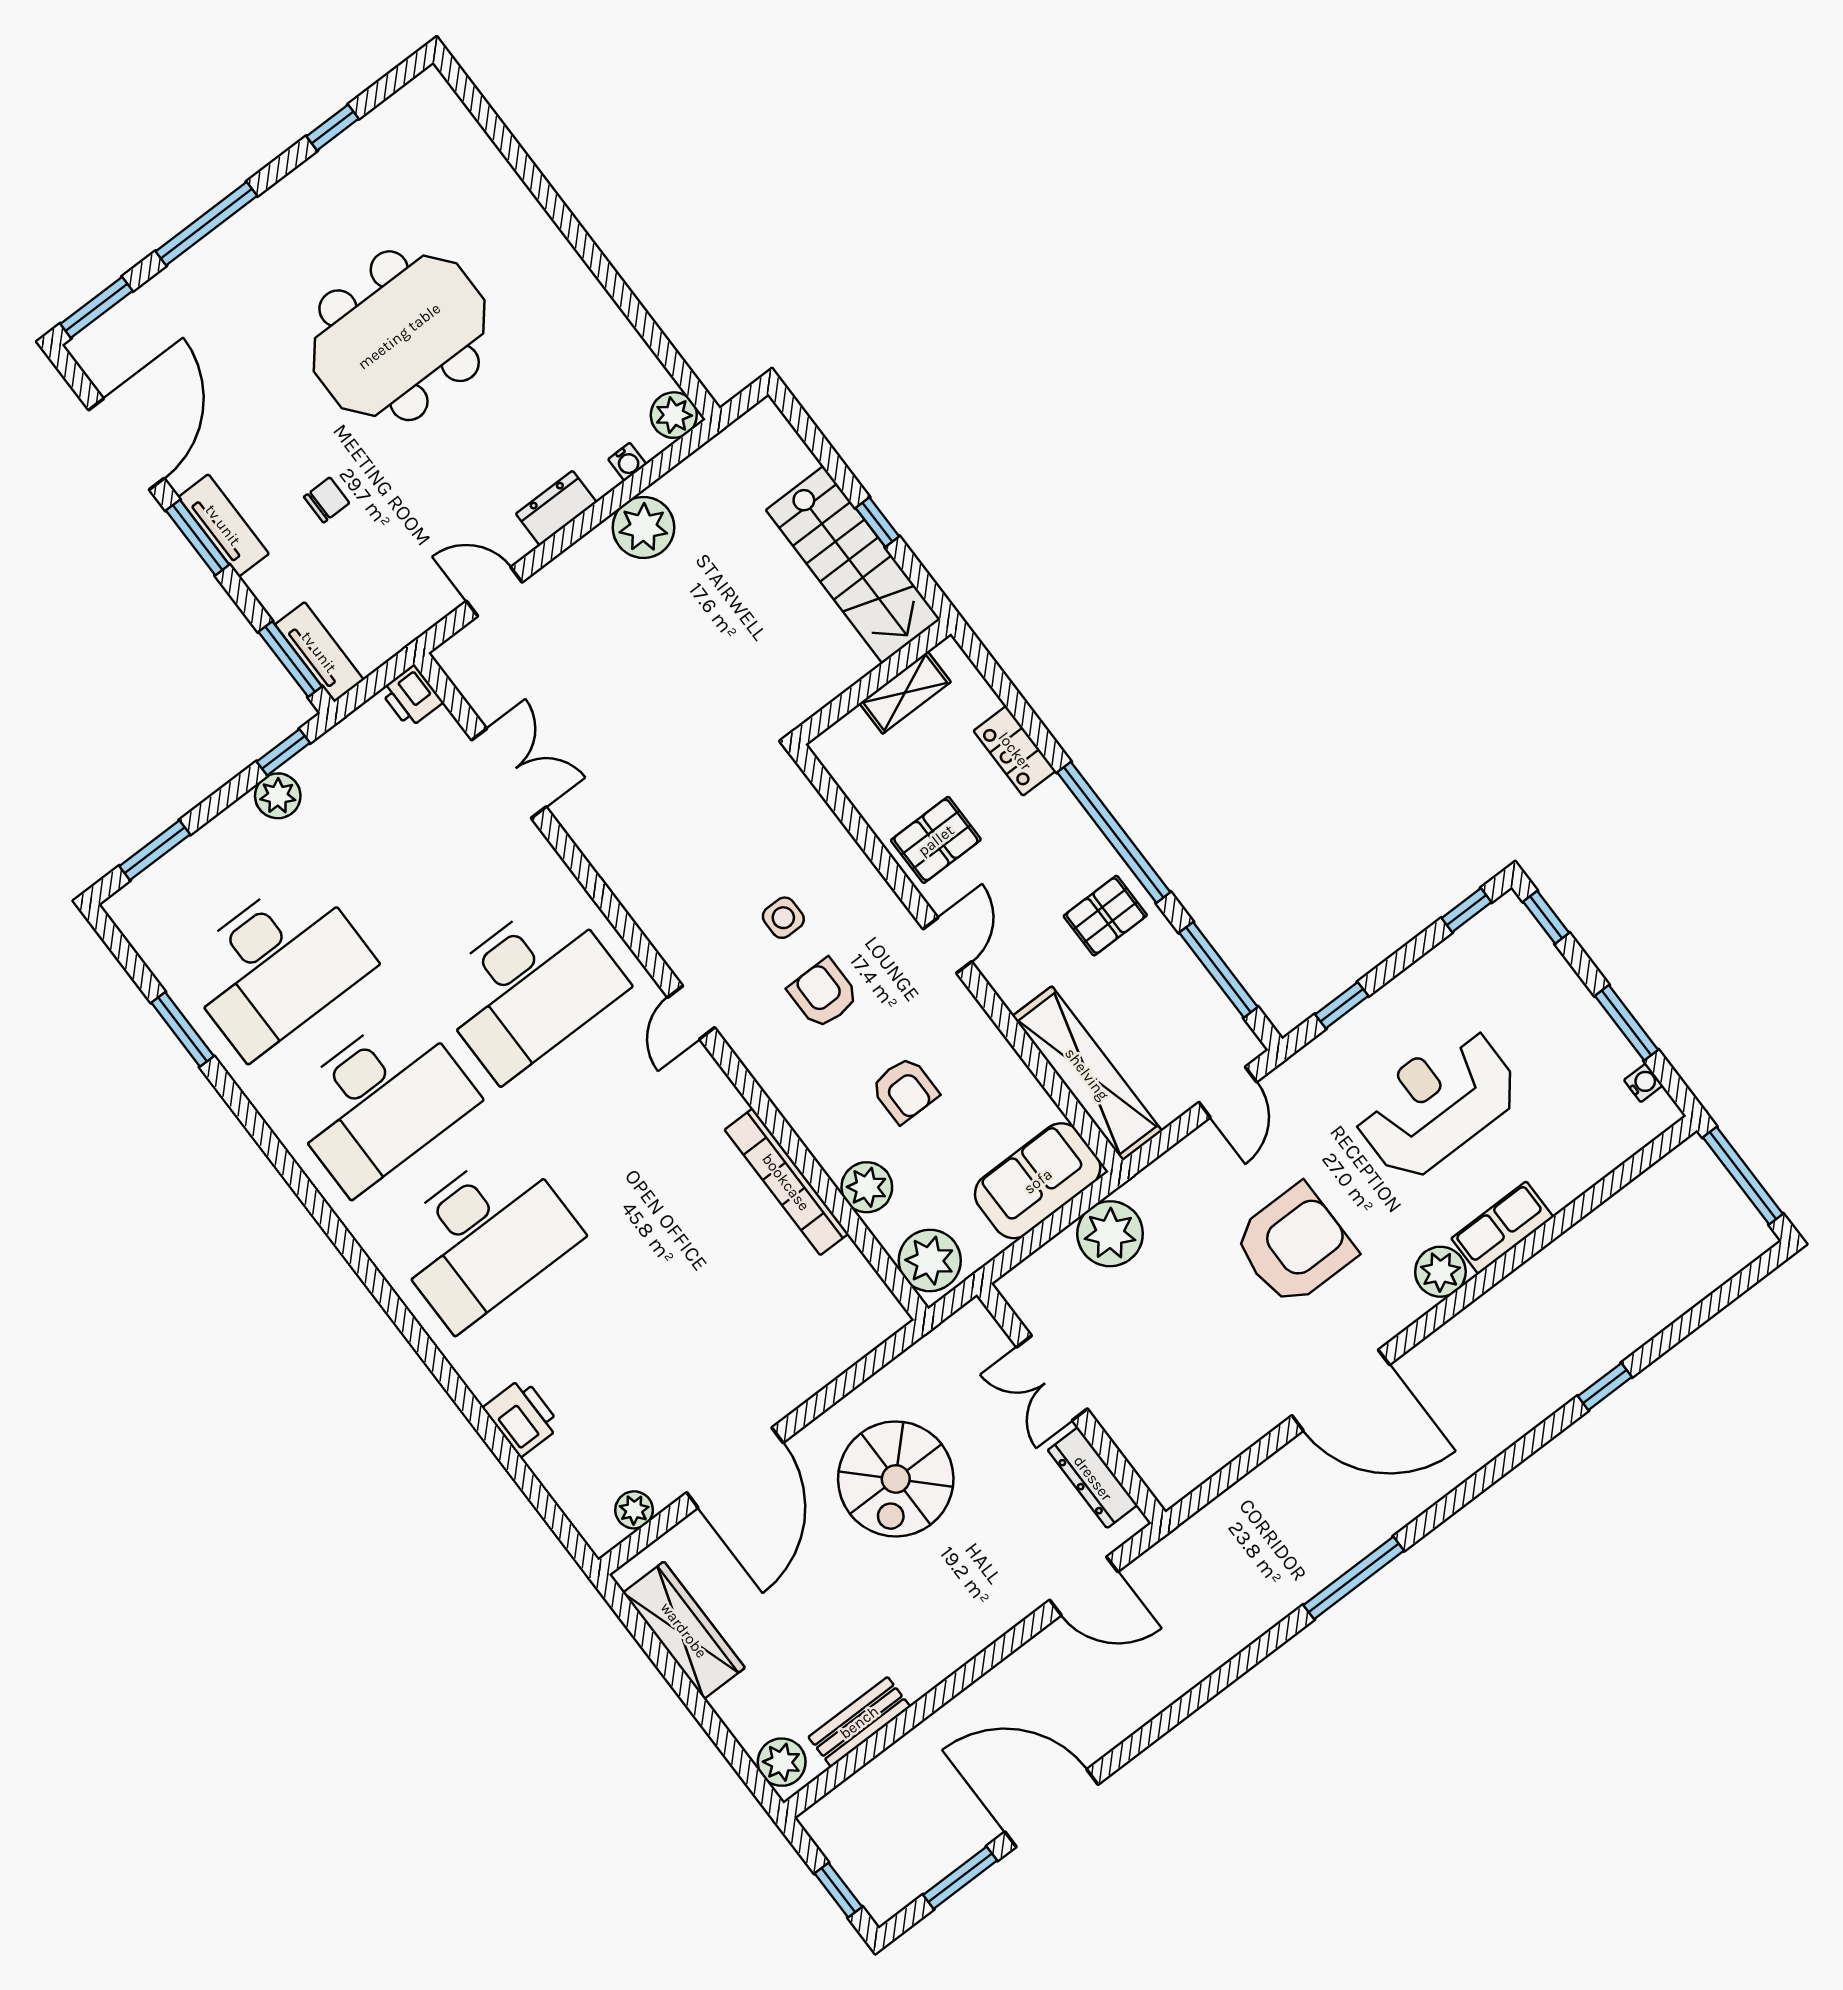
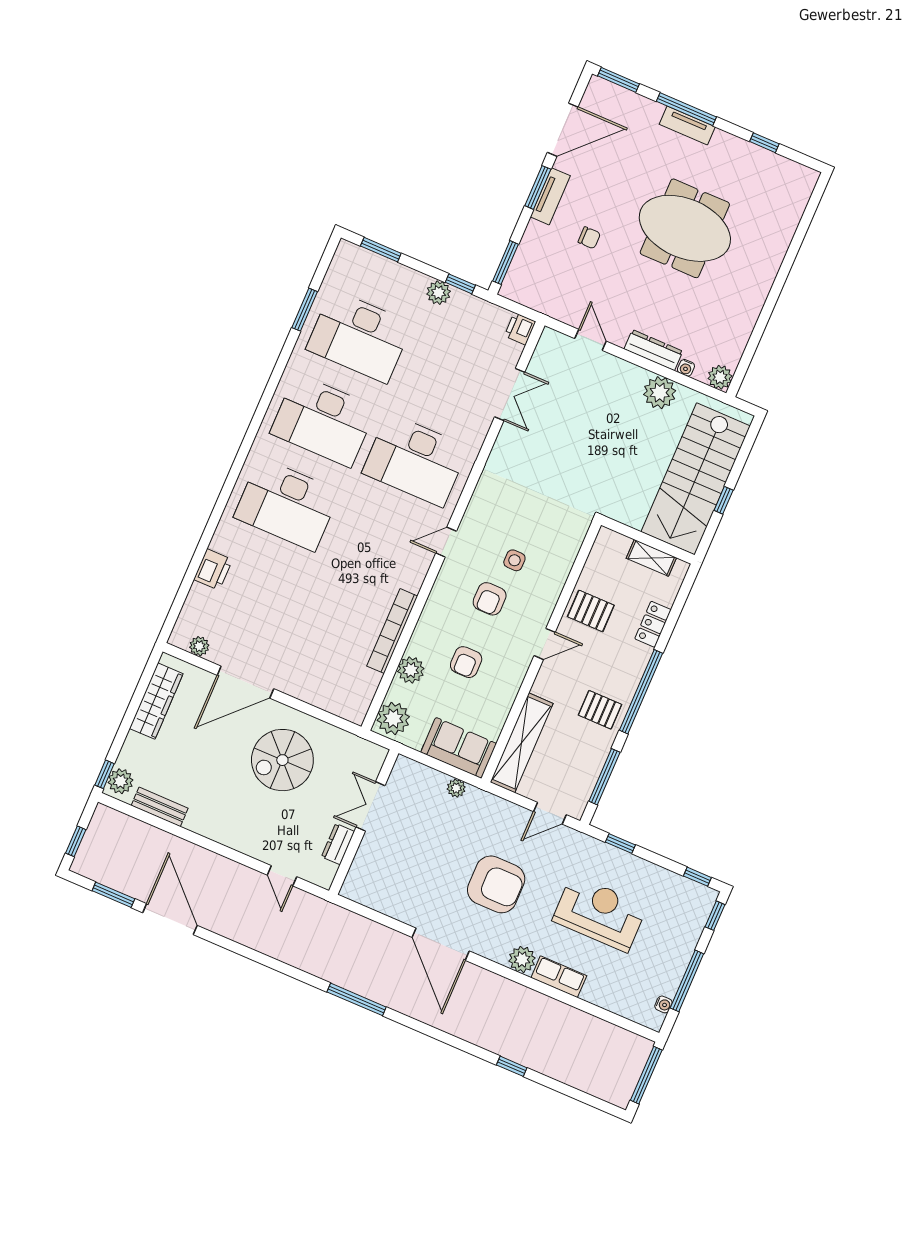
dresser: (556, 508) -> (653, 350), width x1.44
stairs: (853, 565) -> (696, 479), width x1.36, depth x1.51
tv unit: (319, 652) -> (687, 125), moved, turned 90
armchair: (823, 994) -> (490, 599), turned 180
window: (1627, 1023) -> (687, 981), width x1.44
plant: (1110, 1234) -> (456, 788), width x0.53, depth x0.53
dresser: (1093, 1478) -> (338, 844), width x0.70
door: (1084, 1586) -> (282, 876), width x0.73
window: (756, 1782) -> (105, 774), added

